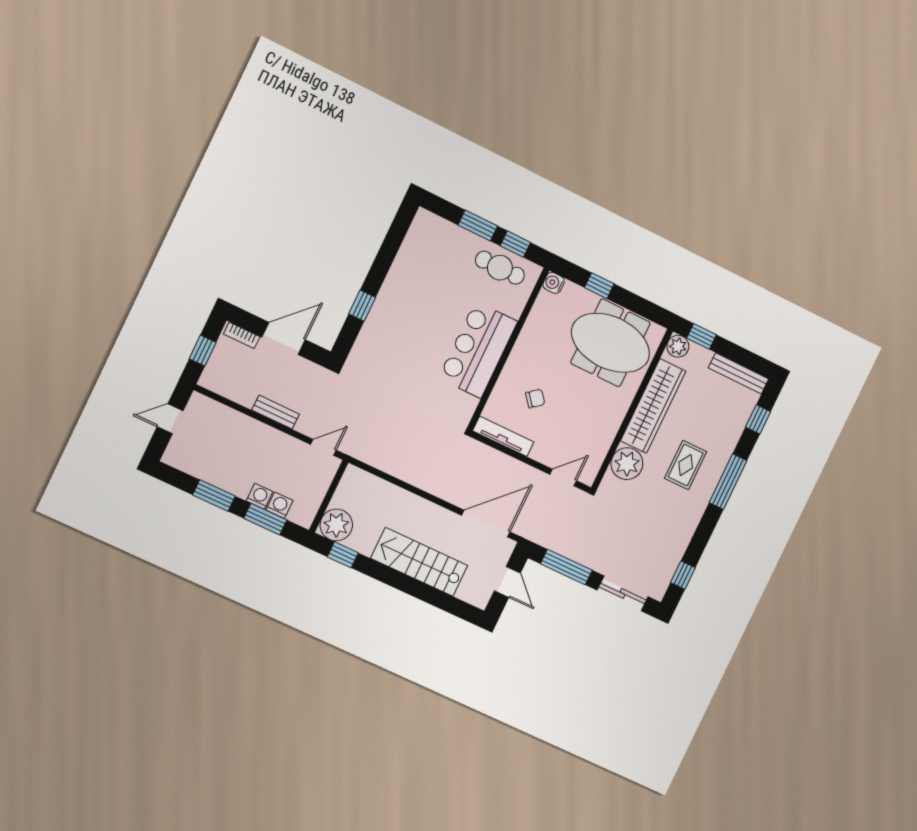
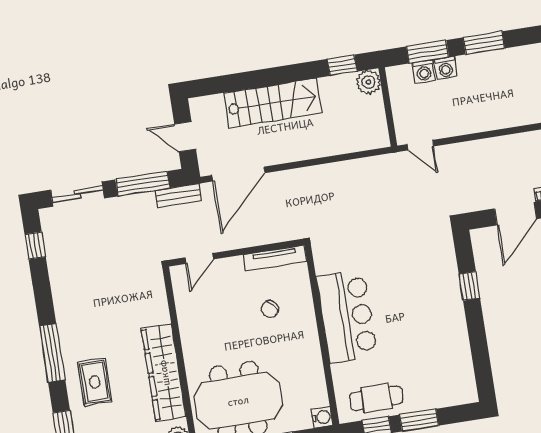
bench: (276, 412) -> (178, 195), moved
door: (323, 447) -> (420, 145), hinge flipped
plant: (627, 464) -> (152, 308), removed
rug: (686, 465) -> (95, 382), moved
plant: (336, 525) -> (368, 82), width x0.73, depth x0.73

